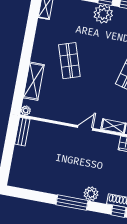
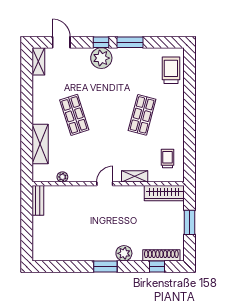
plant: (26, 110) -> (62, 177), moved
window: (72, 203) -> (105, 267), width x0.69

